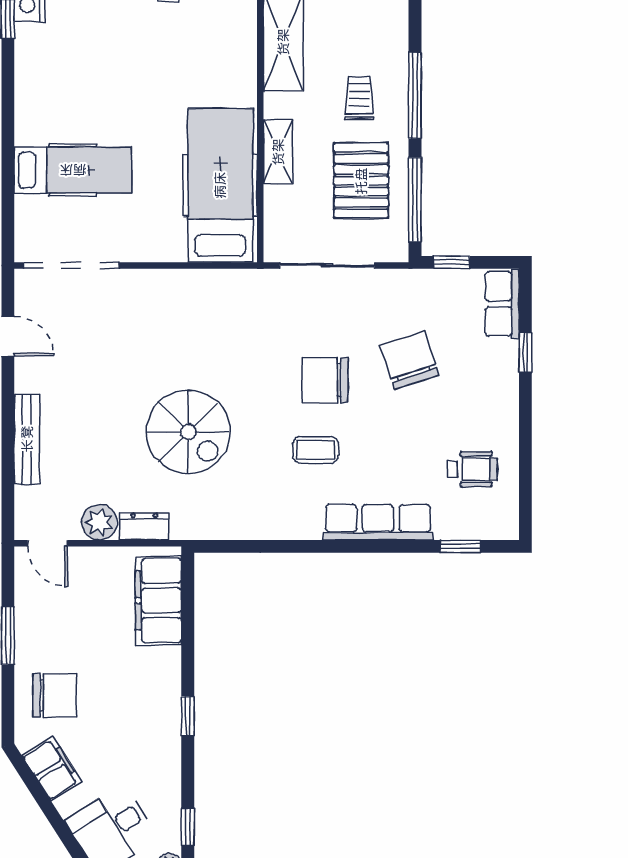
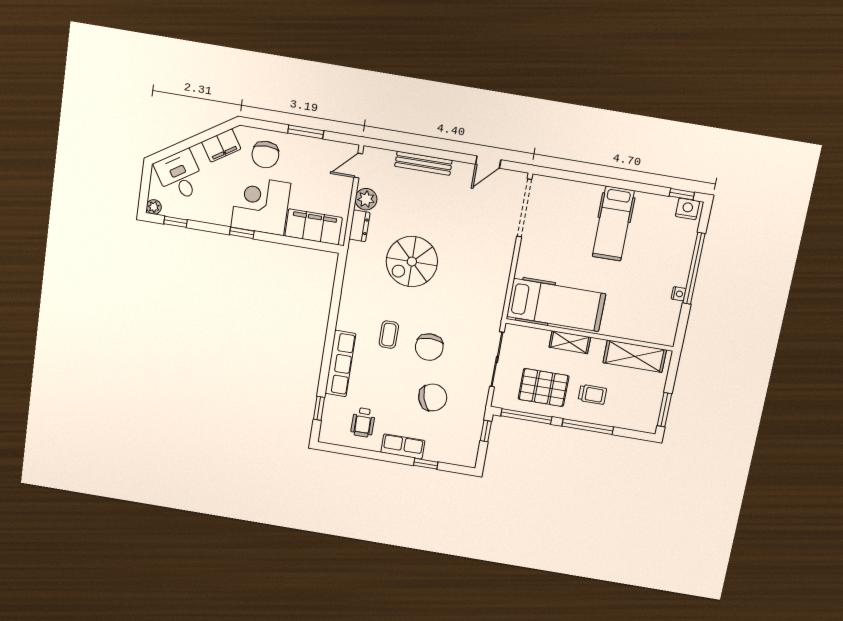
hospital bed: (73, 170) -> (613, 224), moved
row of seats: (502, 304) -> (403, 447), moved
chair: (325, 380) -> (429, 347), turned 180
corner desk: (138, 691) -> (261, 205), added

